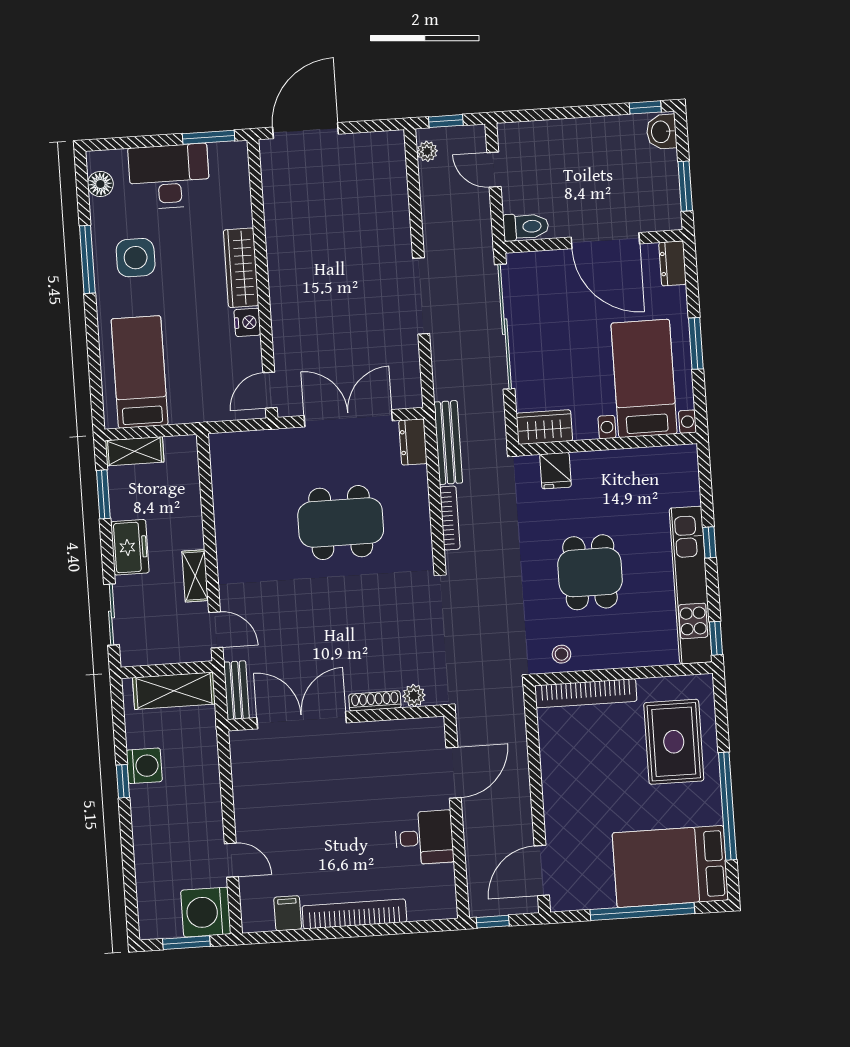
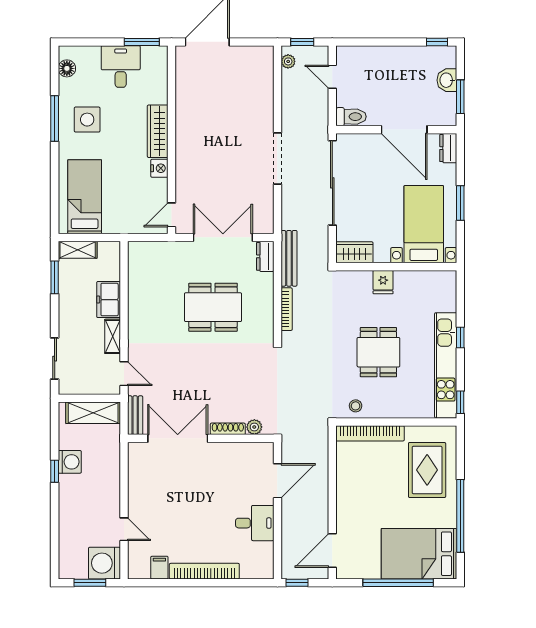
washbasin: (662, 132) -> (447, 80), moved
desk: (169, 176) -> (121, 66), width x0.73
fridge: (555, 471) -> (383, 282), moved
freezer: (130, 547) -> (109, 300), moved, turned 180

